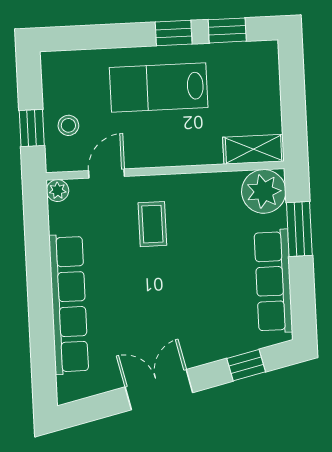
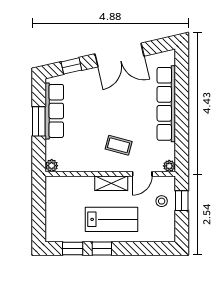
shelving: (253, 149) -> (111, 183), moved
plant: (264, 191) -> (52, 166), width x0.53, depth x0.53
coffee table: (152, 224) -> (119, 145), turned -75
window: (299, 229) -> (39, 121), moved
double door: (159, 390) -> (119, 55), width x1.37

